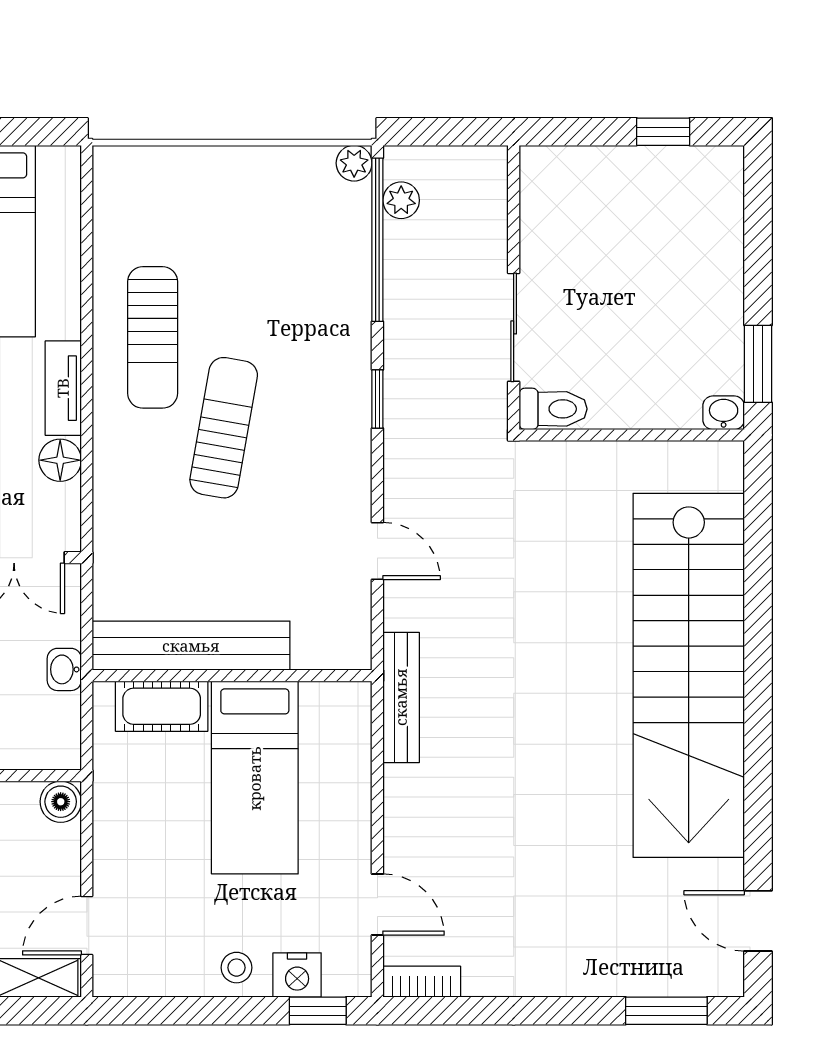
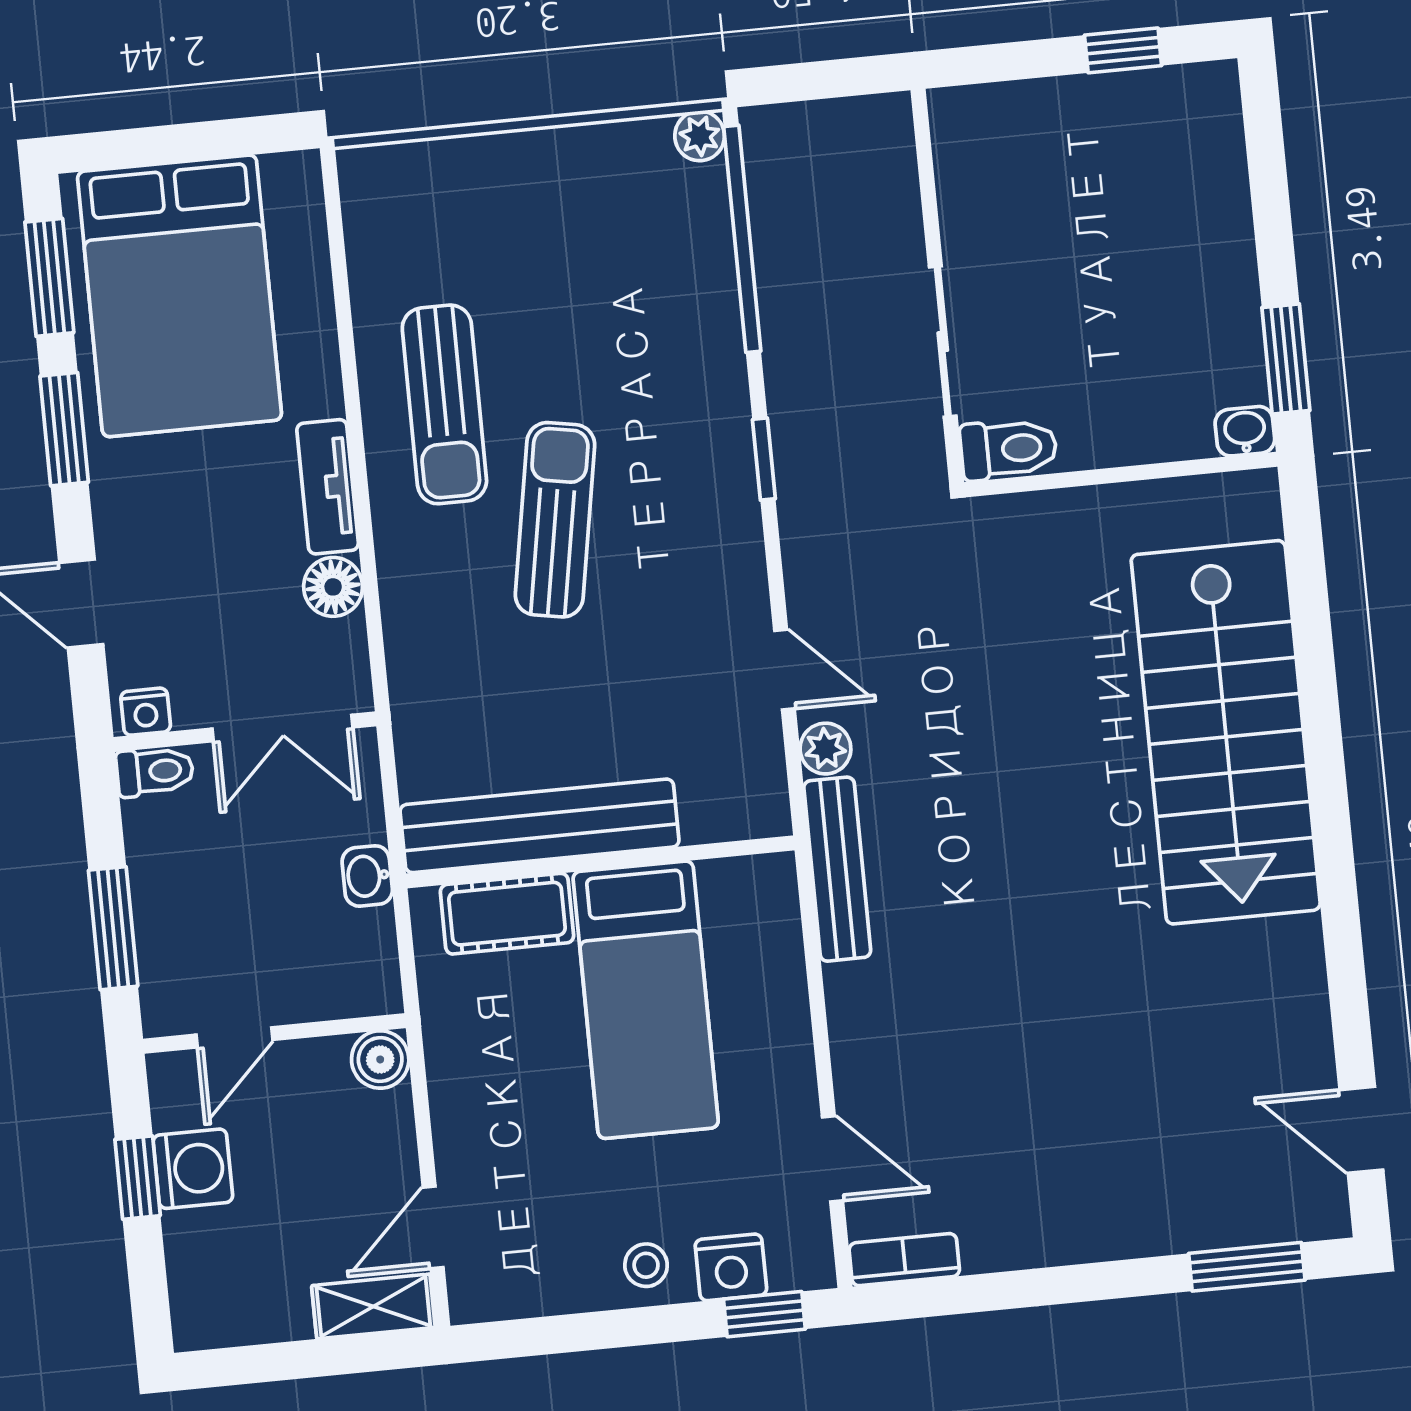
plant: (401, 200) -> (825, 749), moved
stairs: (689, 675) -> (1226, 732), width x0.73

